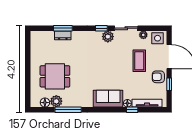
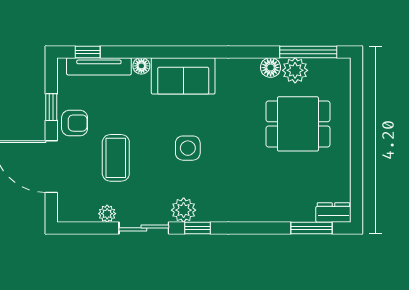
window: (63, 28) -> (311, 228), moved
dresser: (63, 35) -> (333, 213), moved
side table: (158, 38) -> (188, 148), moved
floor lamp: (45, 103) -> (271, 68), moved
window: (68, 110) -> (308, 52), moved
window: (132, 110) -> (88, 52), moved

